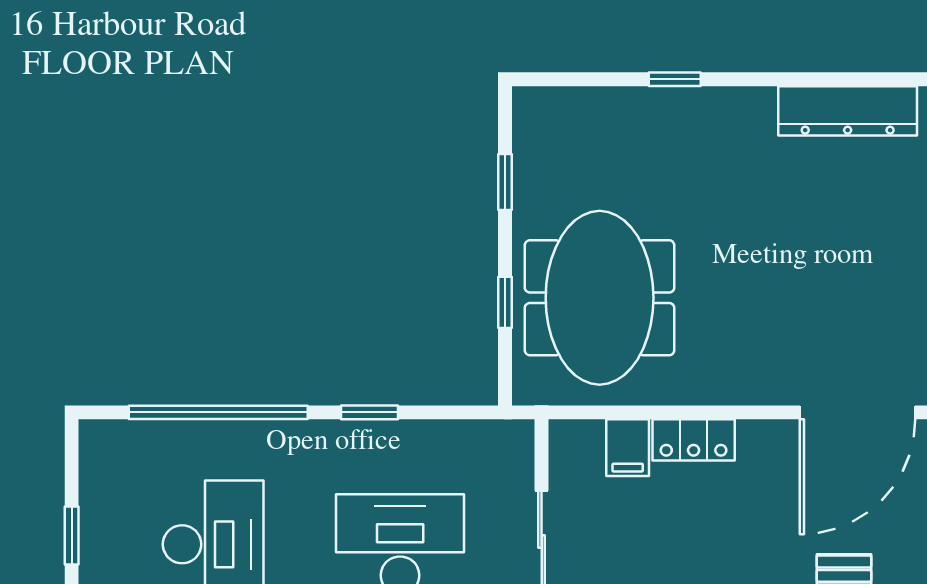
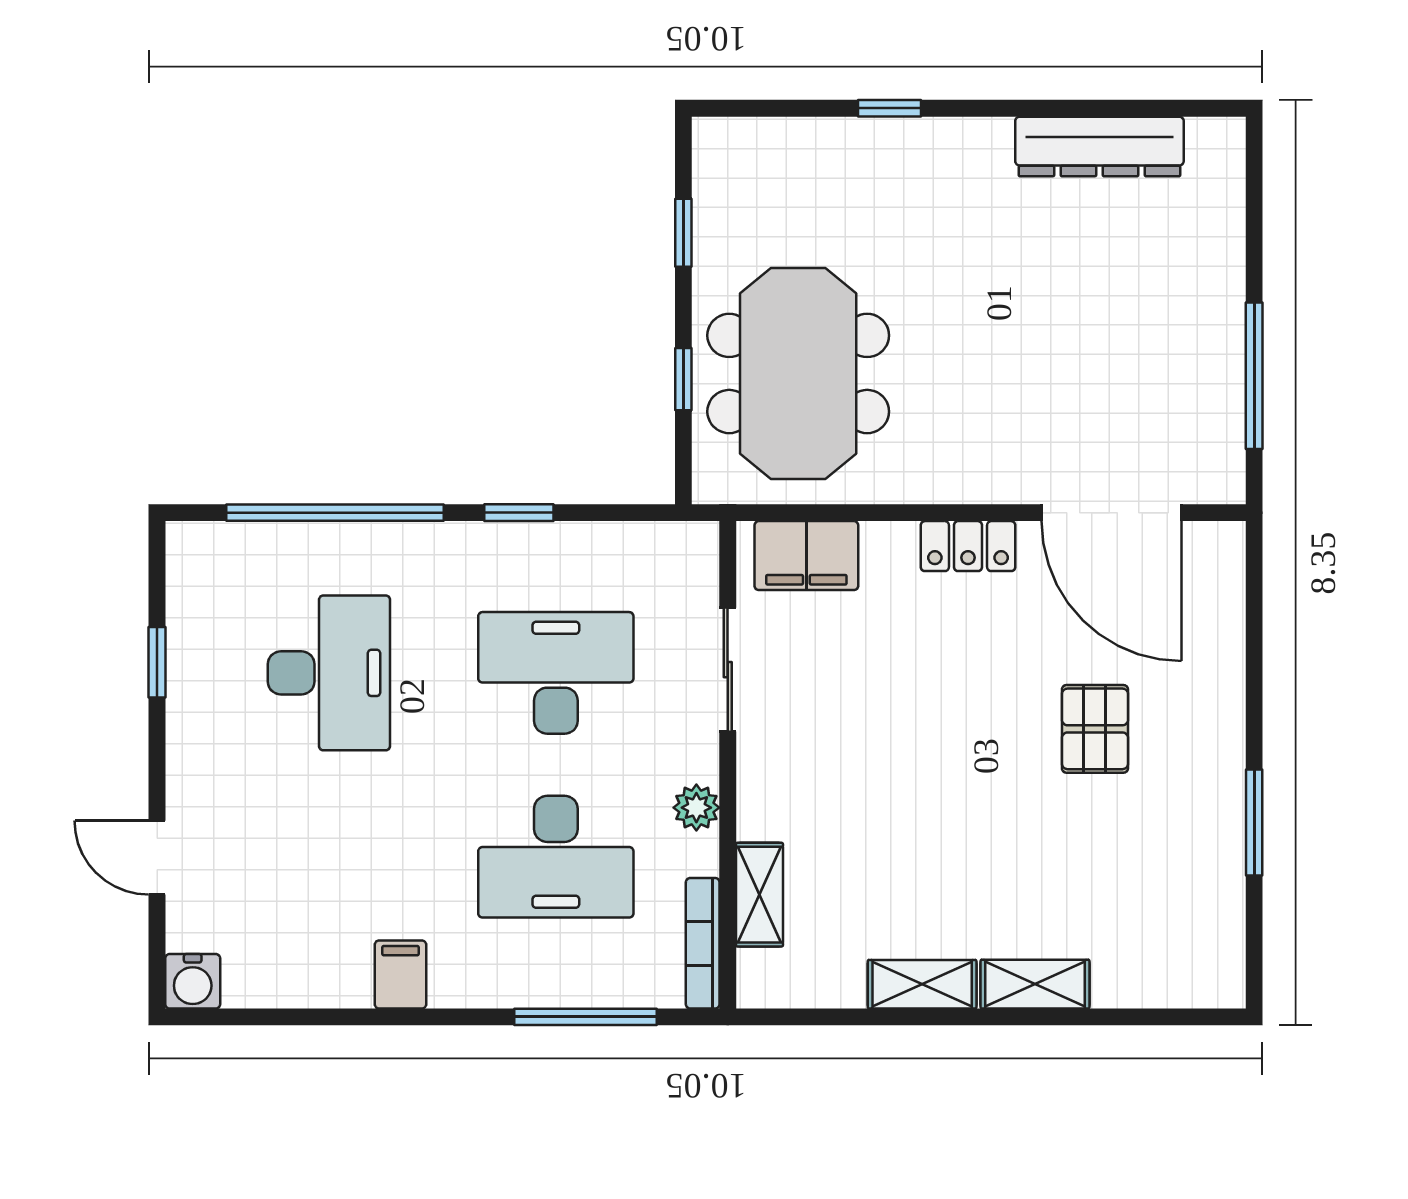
door: (857, 412) -> (1111, 513), hinge flipped
locker: (694, 440) -> (968, 546), moved
filing cabinet: (628, 448) -> (806, 556), width x2.00

